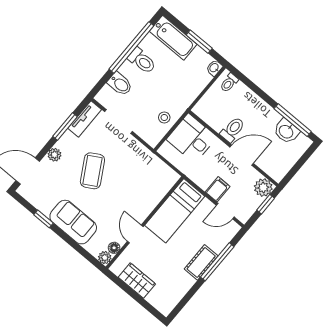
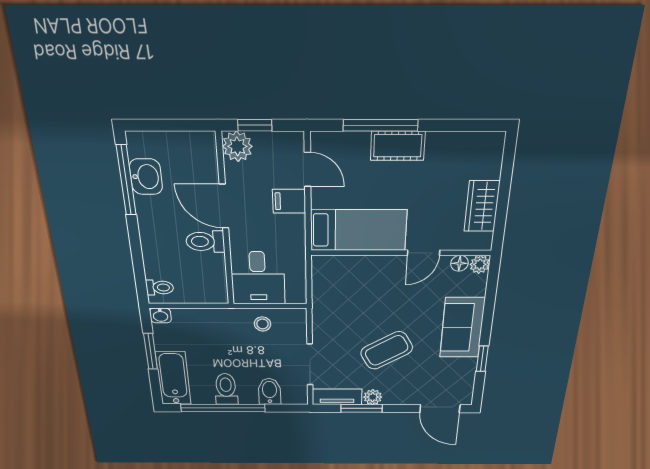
plant: (54, 155) -> (373, 397), moved

